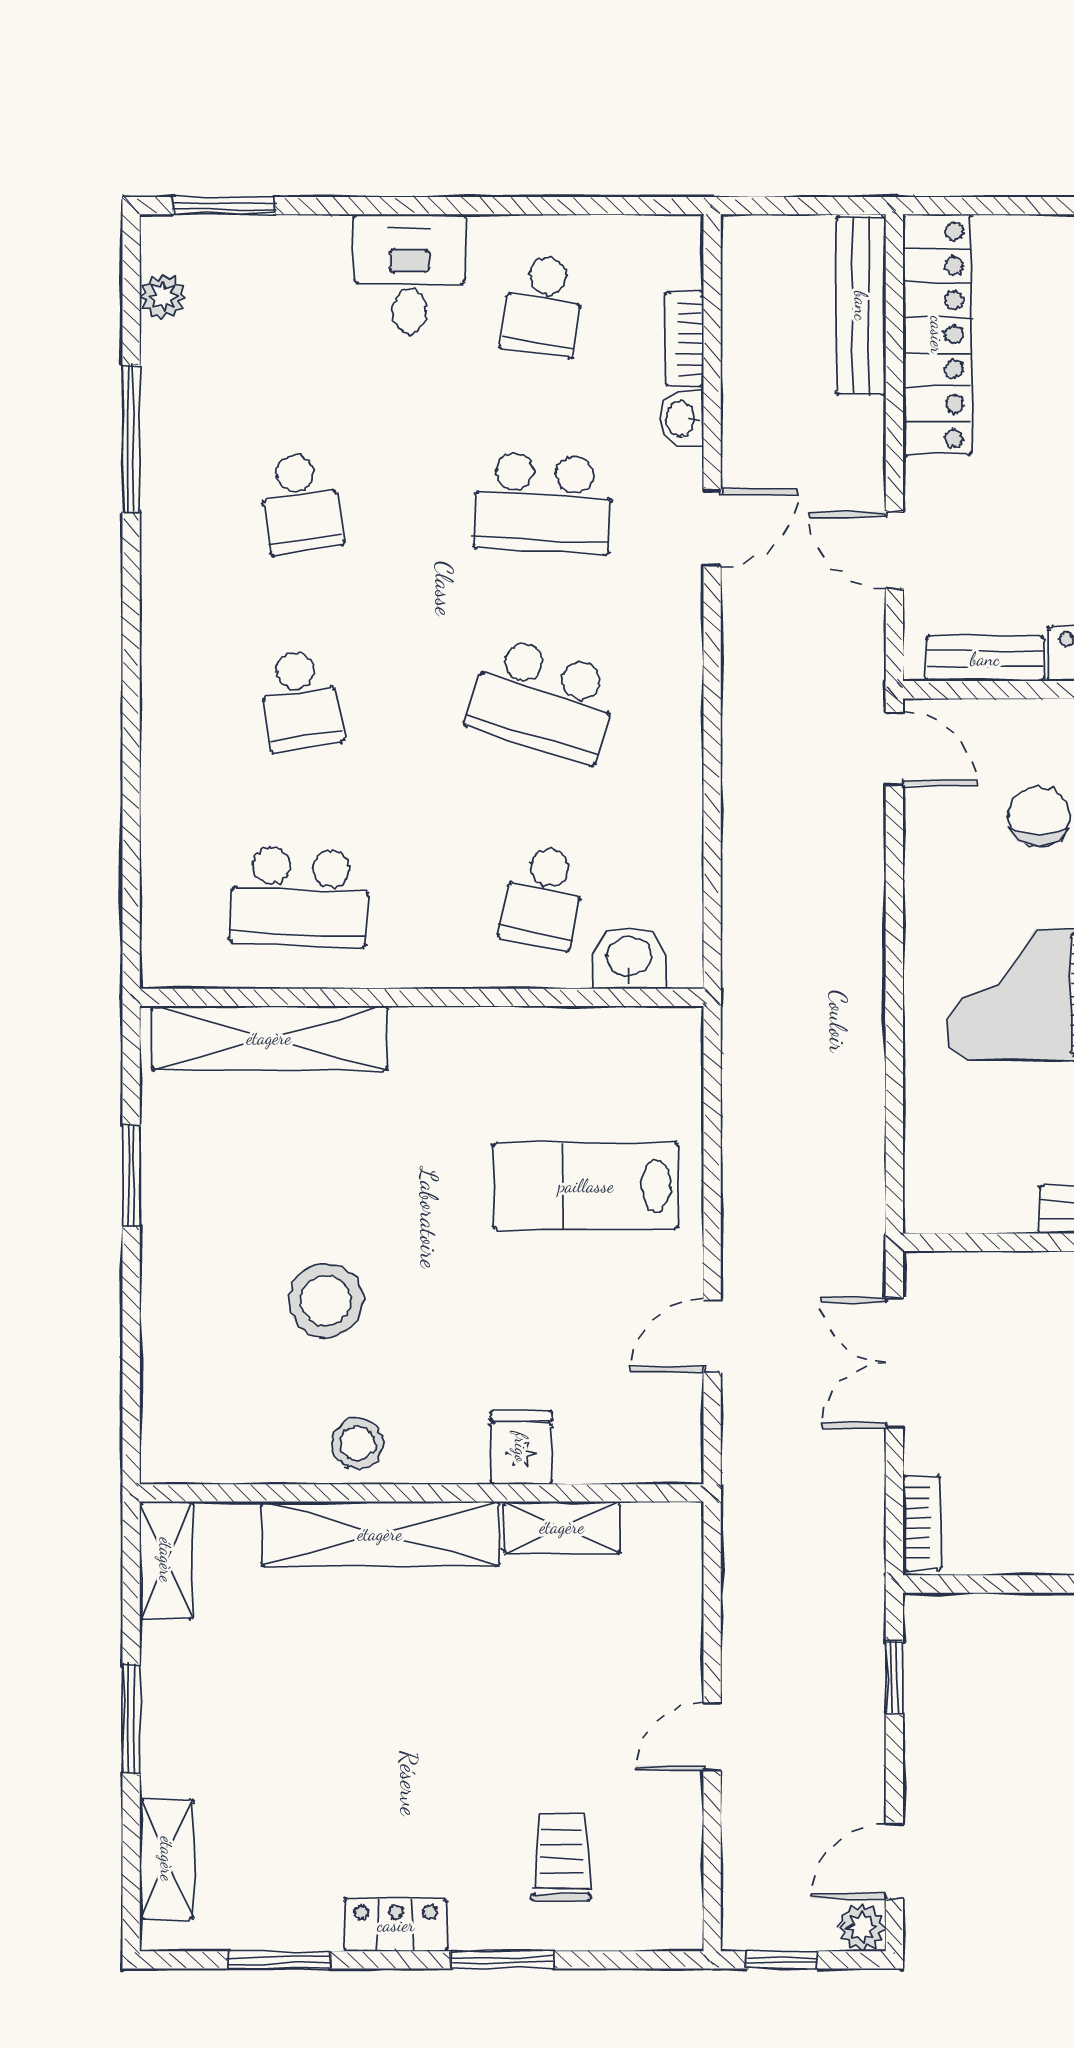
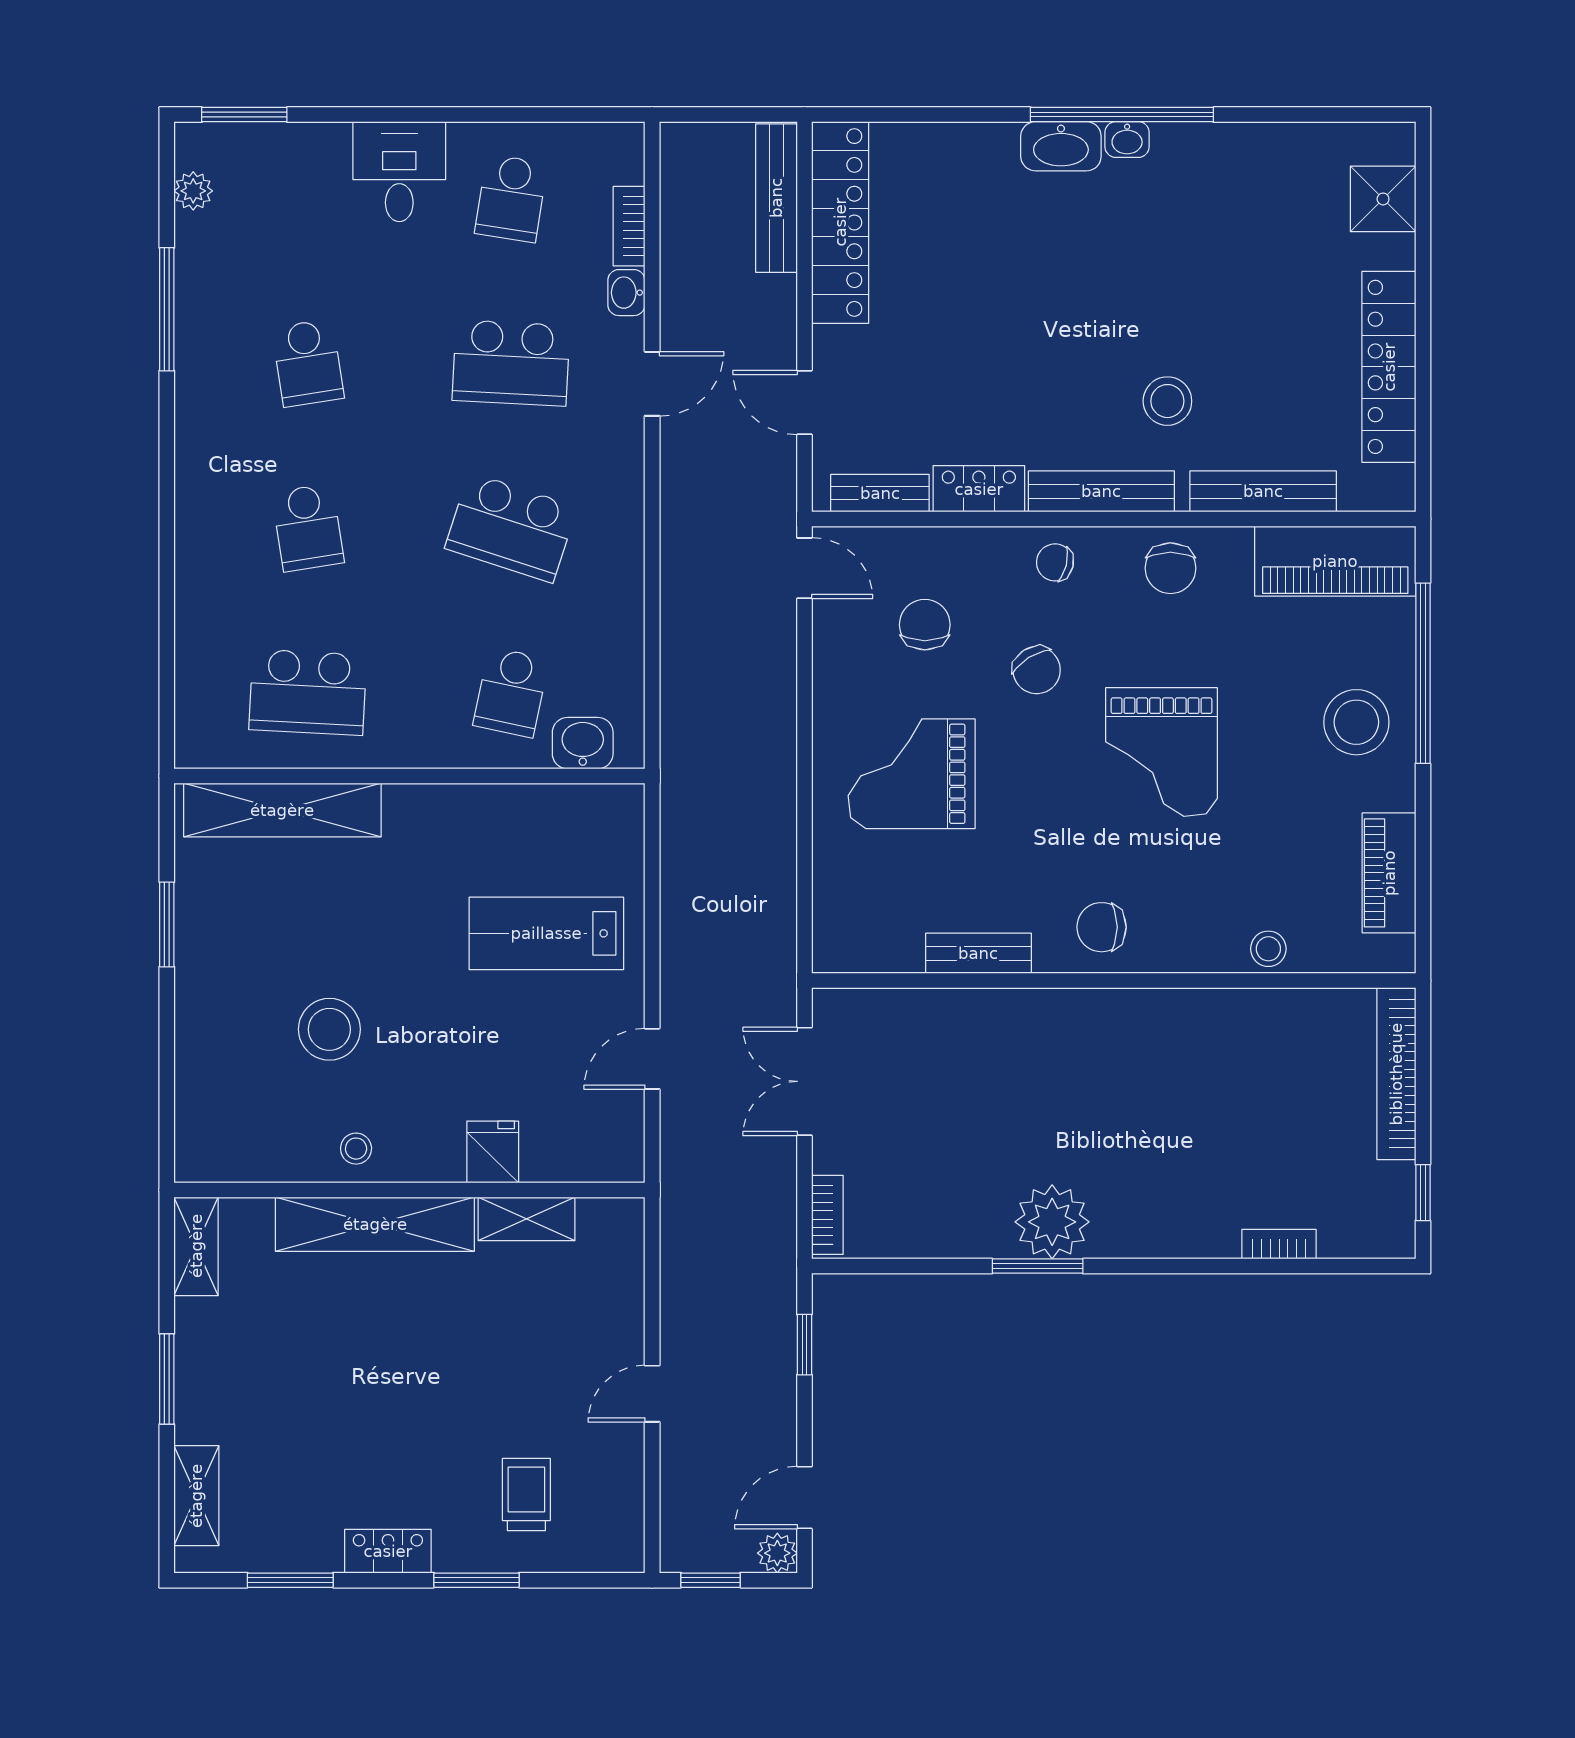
stool: (358, 1443) -> (356, 1149), width x0.73, depth x0.73

